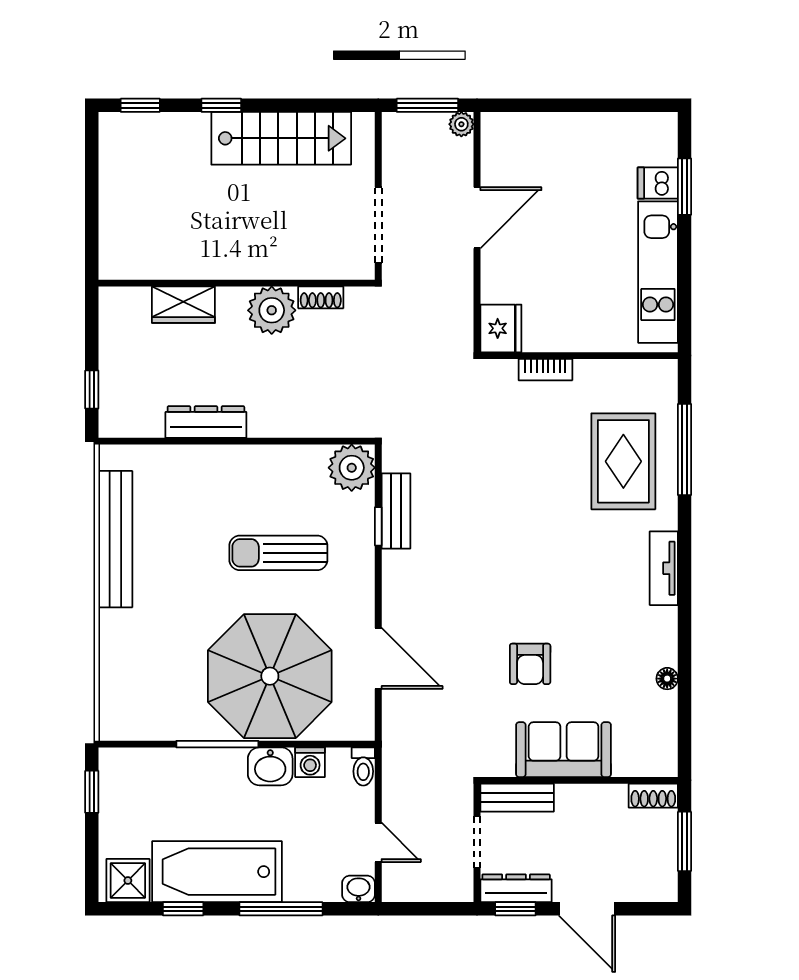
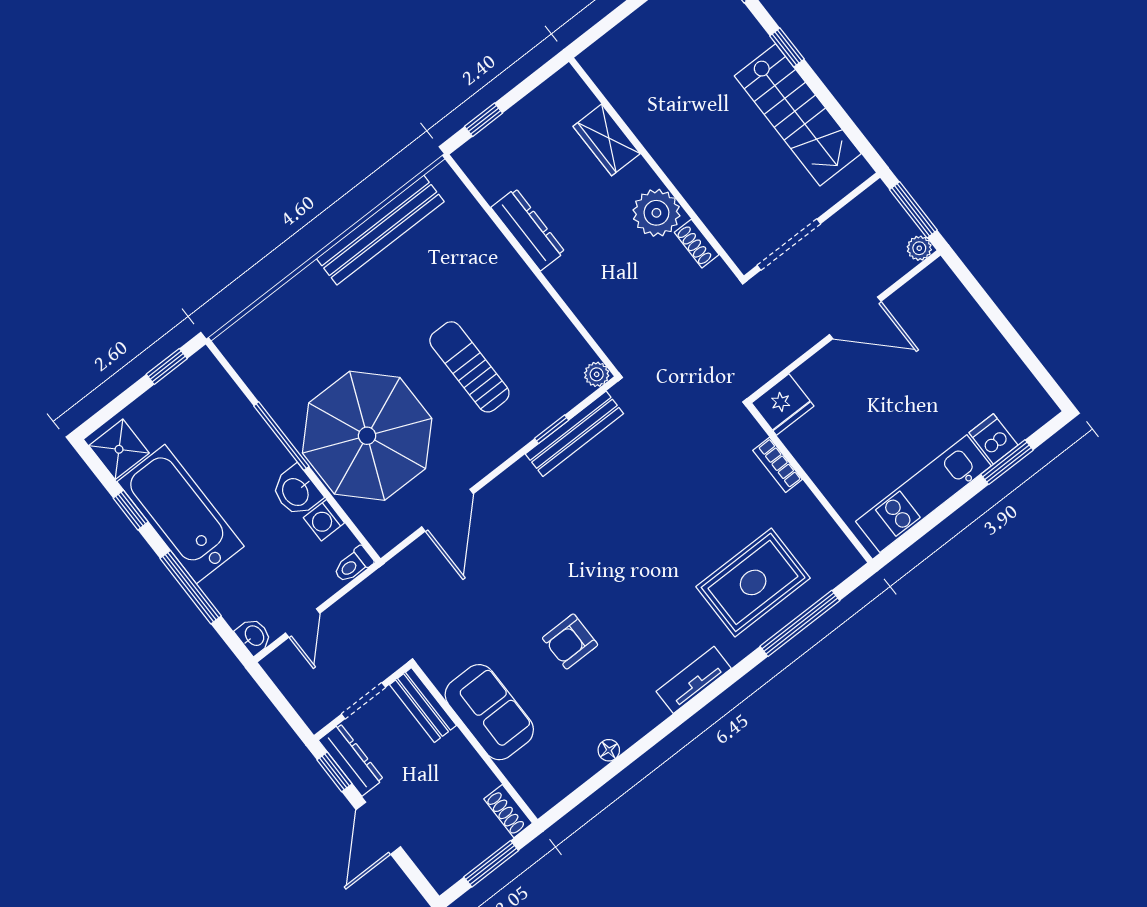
plant: (352, 468) -> (597, 374), width x0.53, depth x0.53
bench: (396, 511) -> (574, 434), width x1.36
armchair: (530, 664) -> (570, 641), moved

